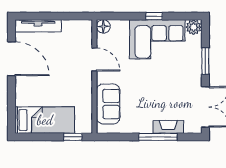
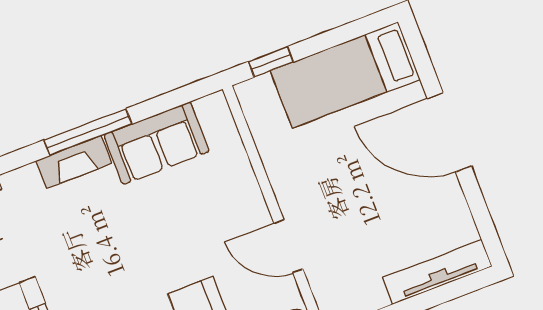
door: (11, 59) -> (449, 132), moved
sofa: (108, 104) -> (157, 143), moved, turned -90

